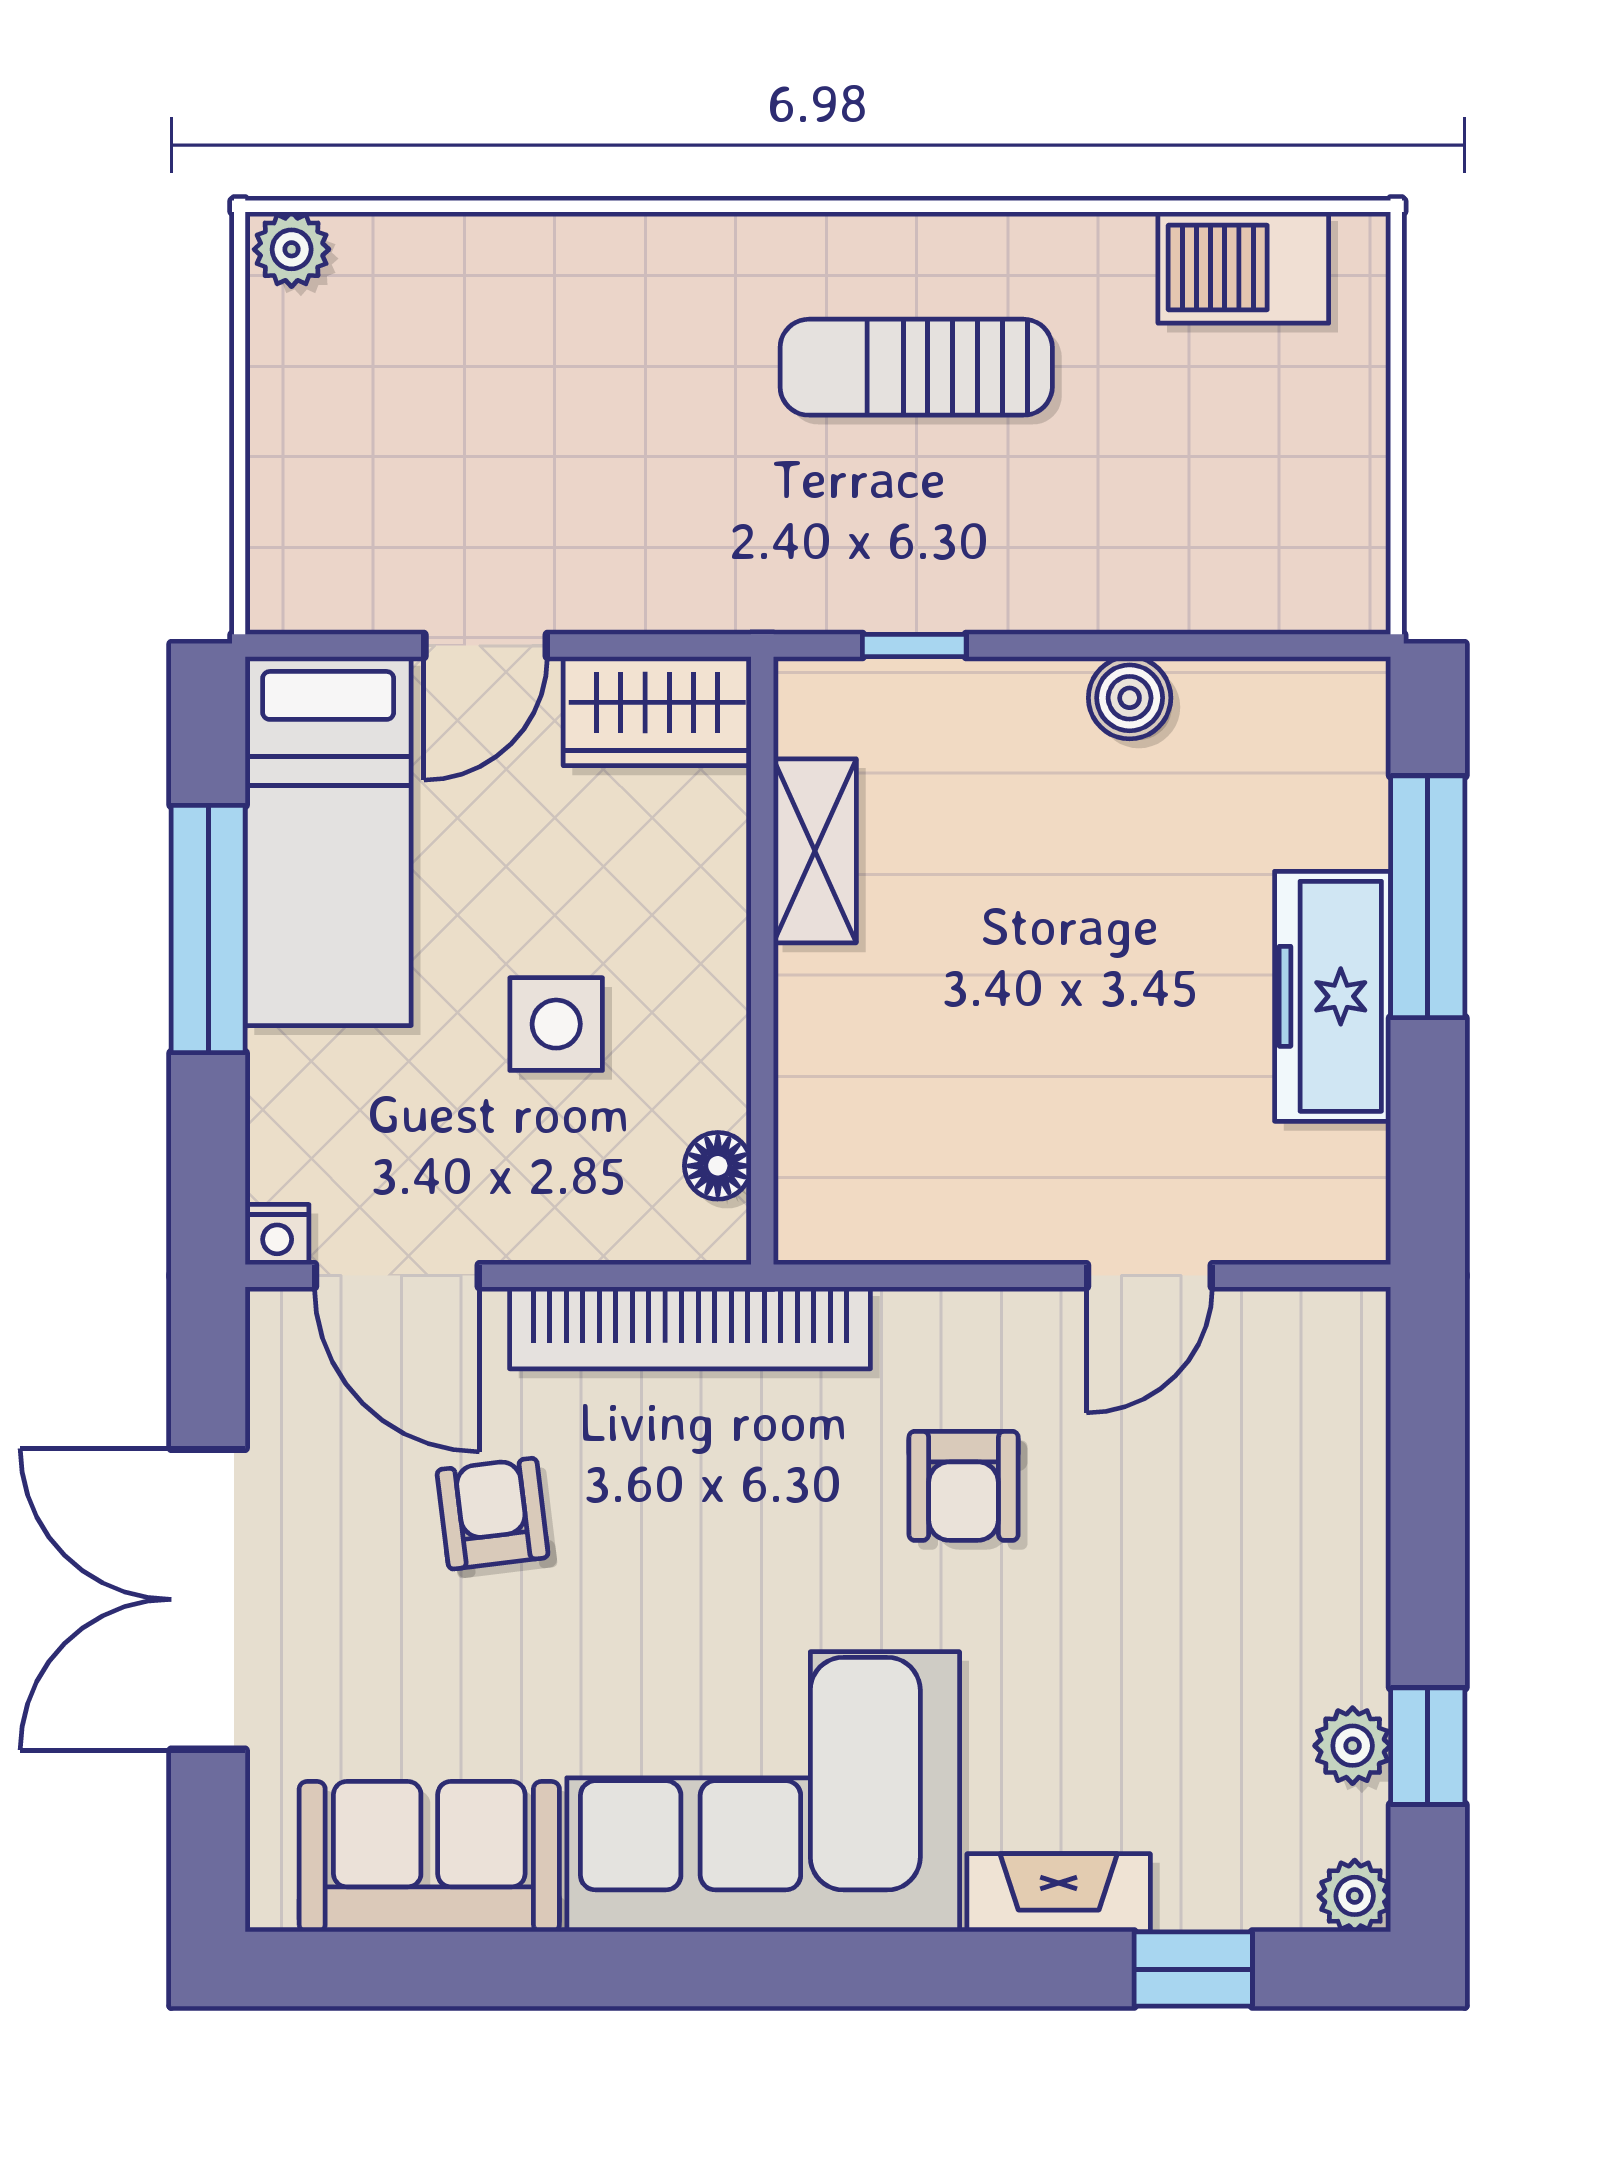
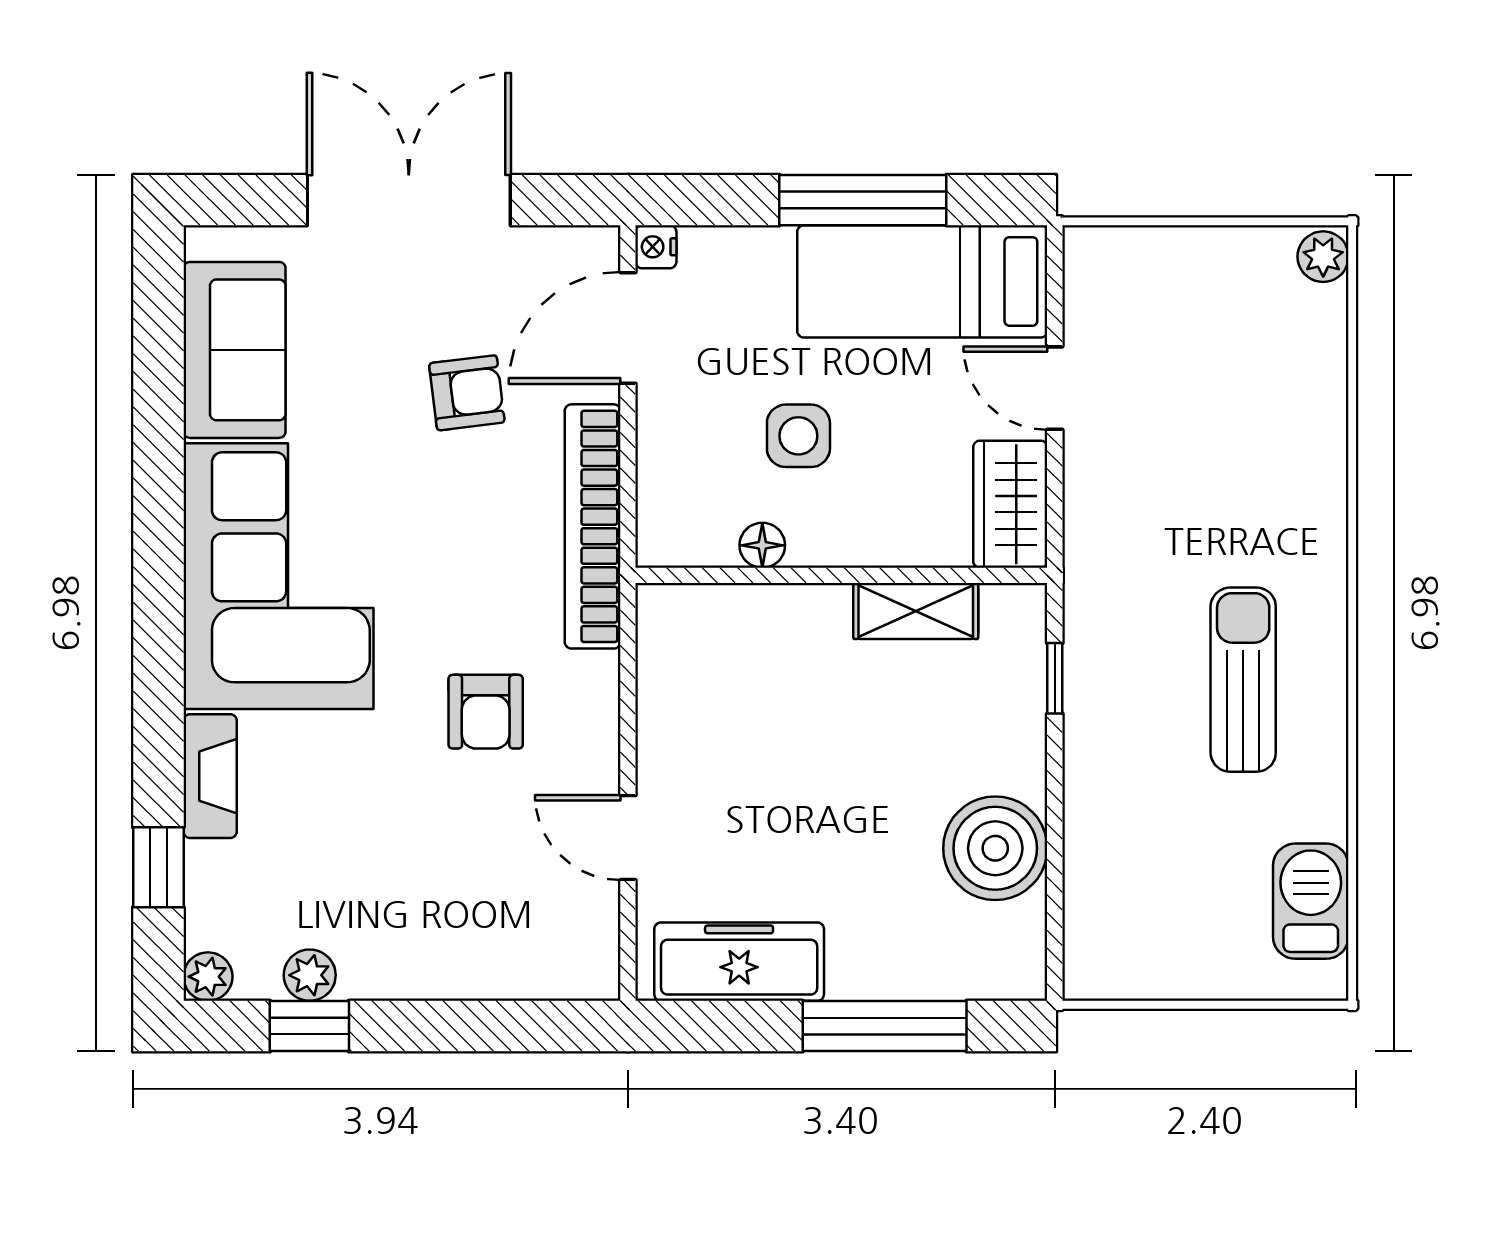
boiler: (1130, 698) -> (995, 848), width x1.86, depth x1.86
freezer: (1333, 996) -> (739, 962), moved
floor lamp: (718, 1166) -> (762, 545), moved
armchair: (964, 1486) -> (486, 712), turned -90

